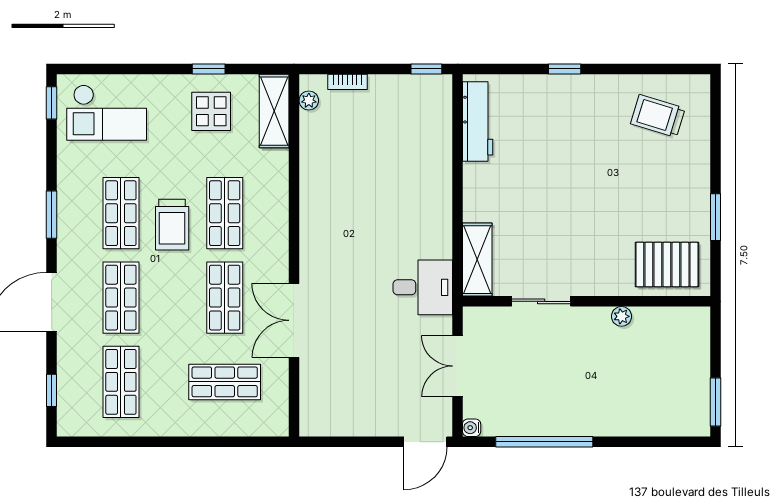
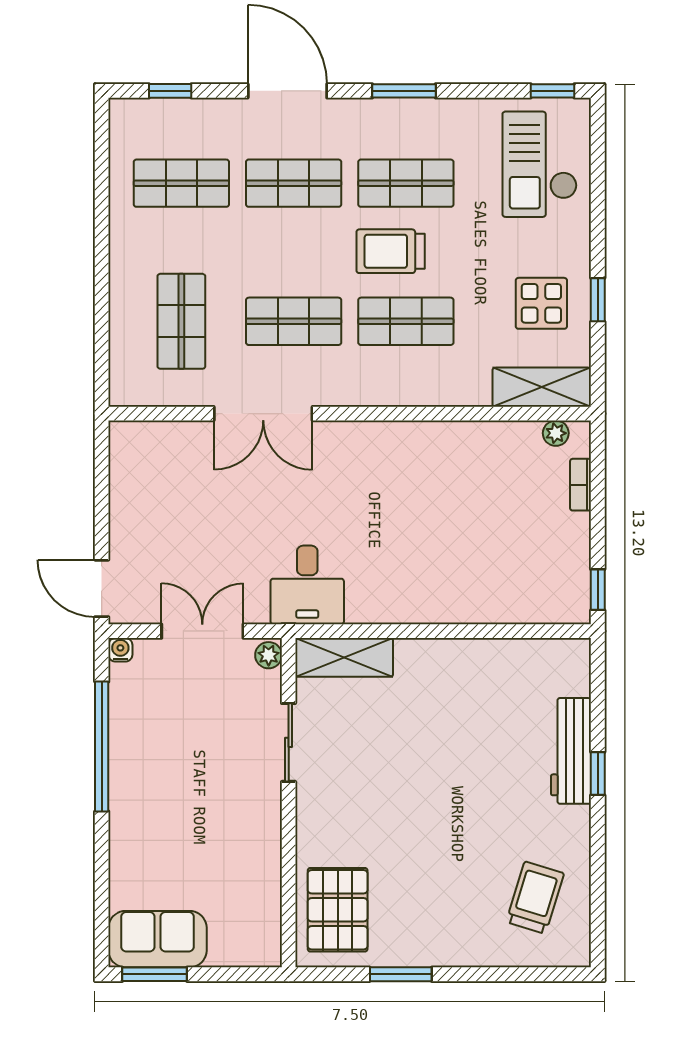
workbench: (478, 122) -> (571, 751), moved, turned 90
plant: (622, 316) -> (269, 655), moved
double door: (294, 320) -> (263, 414), swing flipped
sofa: (689, 400) -> (158, 939), added

